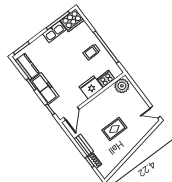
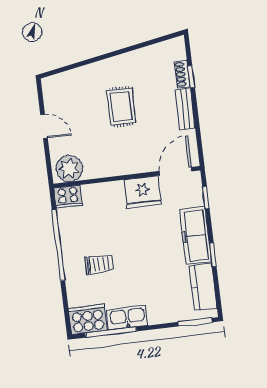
trolley: (92, 52) -> (99, 264), moved
cooker: (106, 79) -> (68, 197), moved
fridge: (91, 87) -> (143, 192), moved
door: (155, 112) -> (44, 126), moved
rug: (114, 129) -> (121, 107), turned 90

